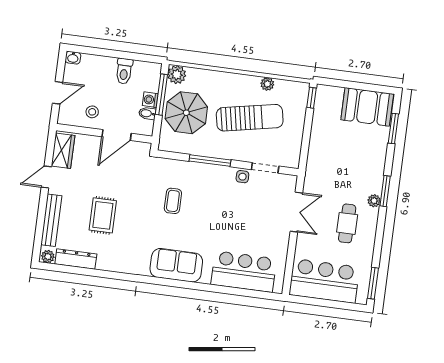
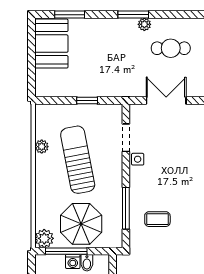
window: (311, 98) -> (87, 101), moved
window: (210, 161) -> (126, 208), moved
coffee table: (173, 201) -> (157, 219), moved

